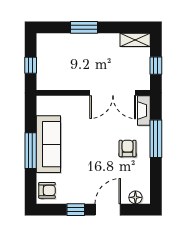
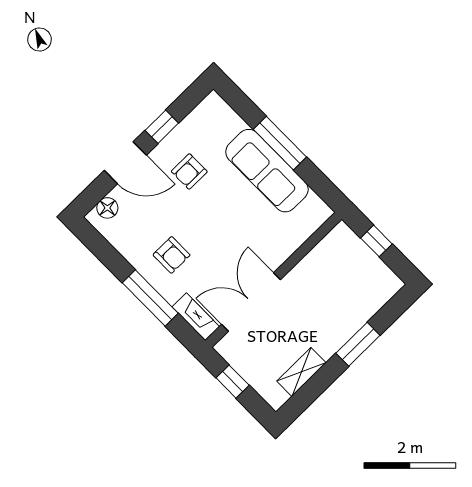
shelving: (135, 40) -> (301, 372), moved
armchair: (47, 190) -> (189, 172), moved
door: (108, 210) -> (125, 163), hinge flipped

